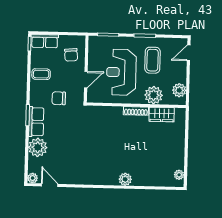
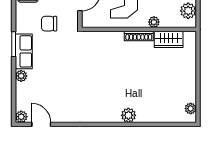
plant: (154, 95) -> (154, 22), width x0.53, depth x0.53
plant: (38, 147) -> (21, 76), width x0.53, depth x0.53

